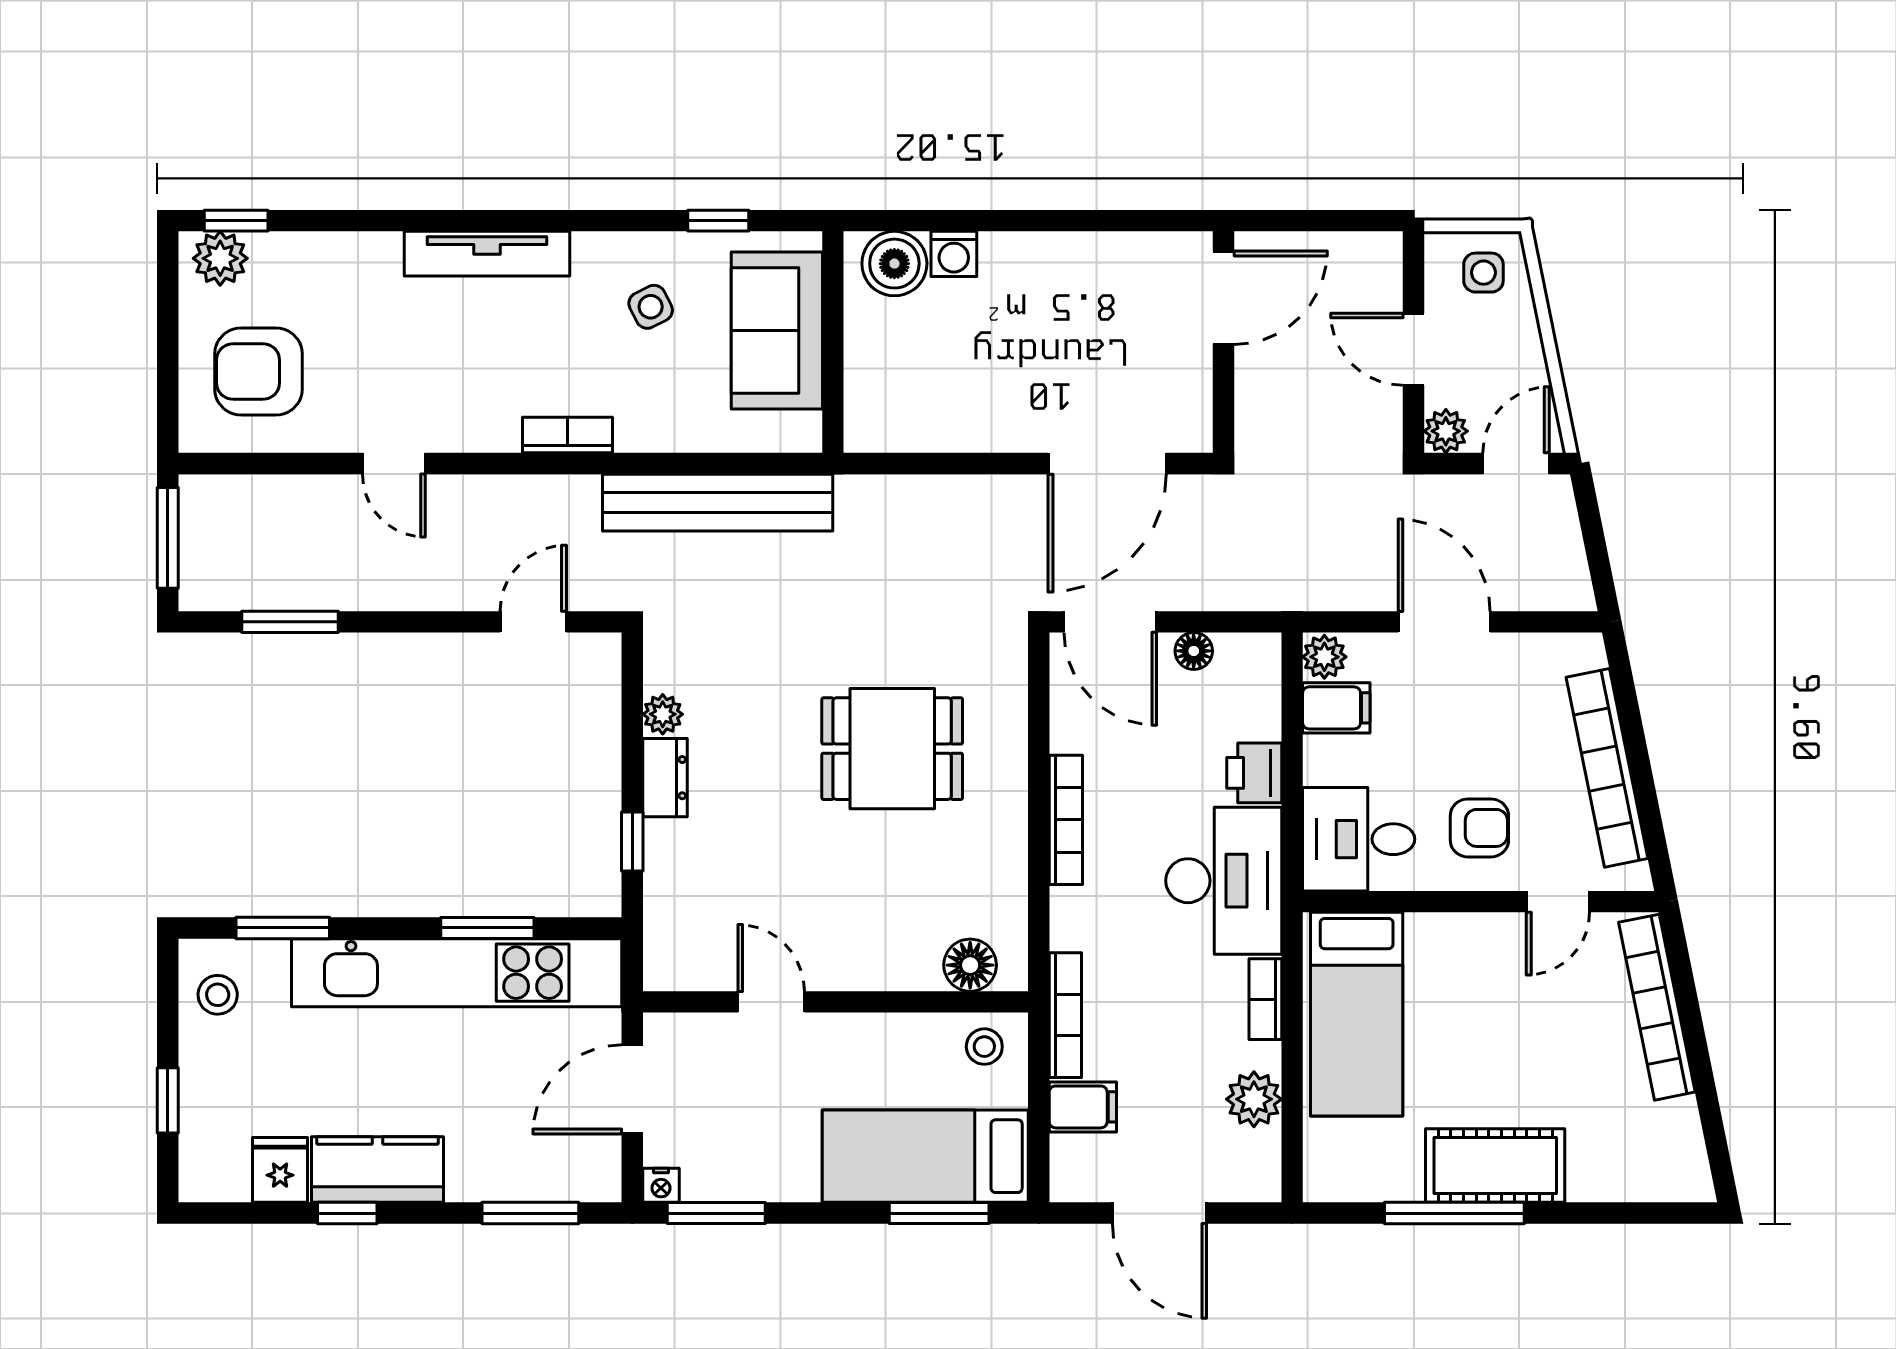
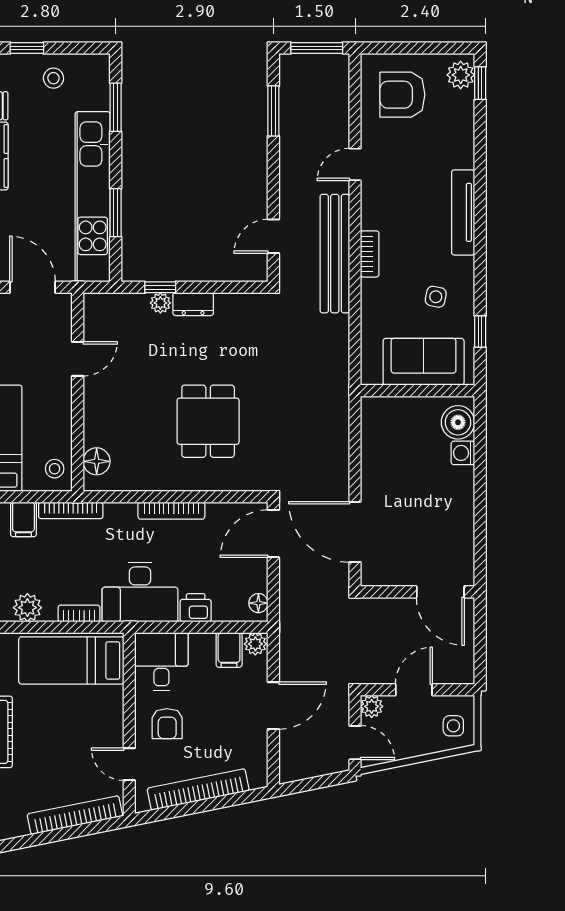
side table: (651, 307) -> (436, 297), turned 38
armchair: (258, 372) -> (402, 95), turned -90
bench: (718, 503) -> (335, 254), moved
door: (533, 622) -> (273, 236), swing flipped
floor lamp: (1194, 651) -> (258, 603), moved
plant: (663, 714) -> (160, 303), moved
stool: (218, 995) -> (53, 78), moved

